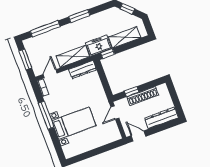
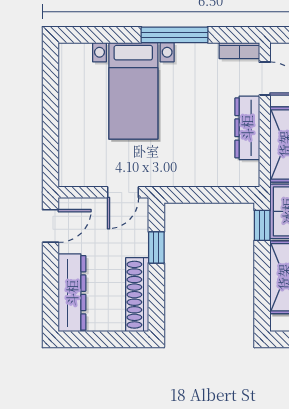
dresser: (83, 69) -> (247, 128), moved
shoe rack: (143, 96) -> (137, 295), moved
door: (115, 113) -> (123, 192), swing flipped

